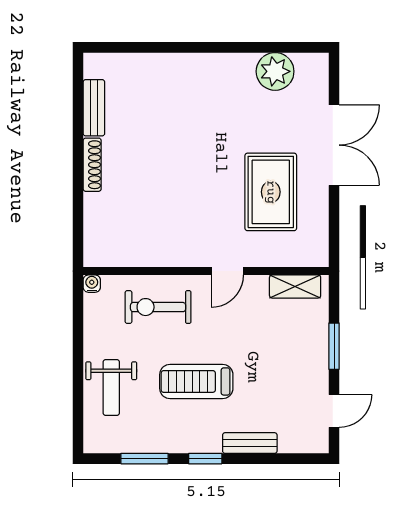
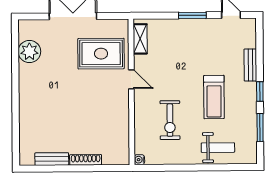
wall: (206, 271) -> (131, 92), moved
door: (227, 271) -> (131, 79), moved
water cooler: (92, 284) -> (139, 160), moved
shelving: (295, 287) -> (140, 39), moved

